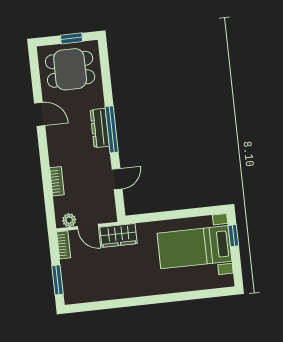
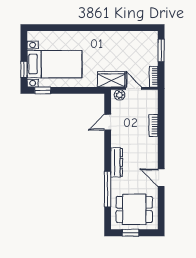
window: (112, 129) -> (108, 189), moved
window: (206, 211) -> (43, 90), added
plant: (69, 220) -> (119, 95), moved

